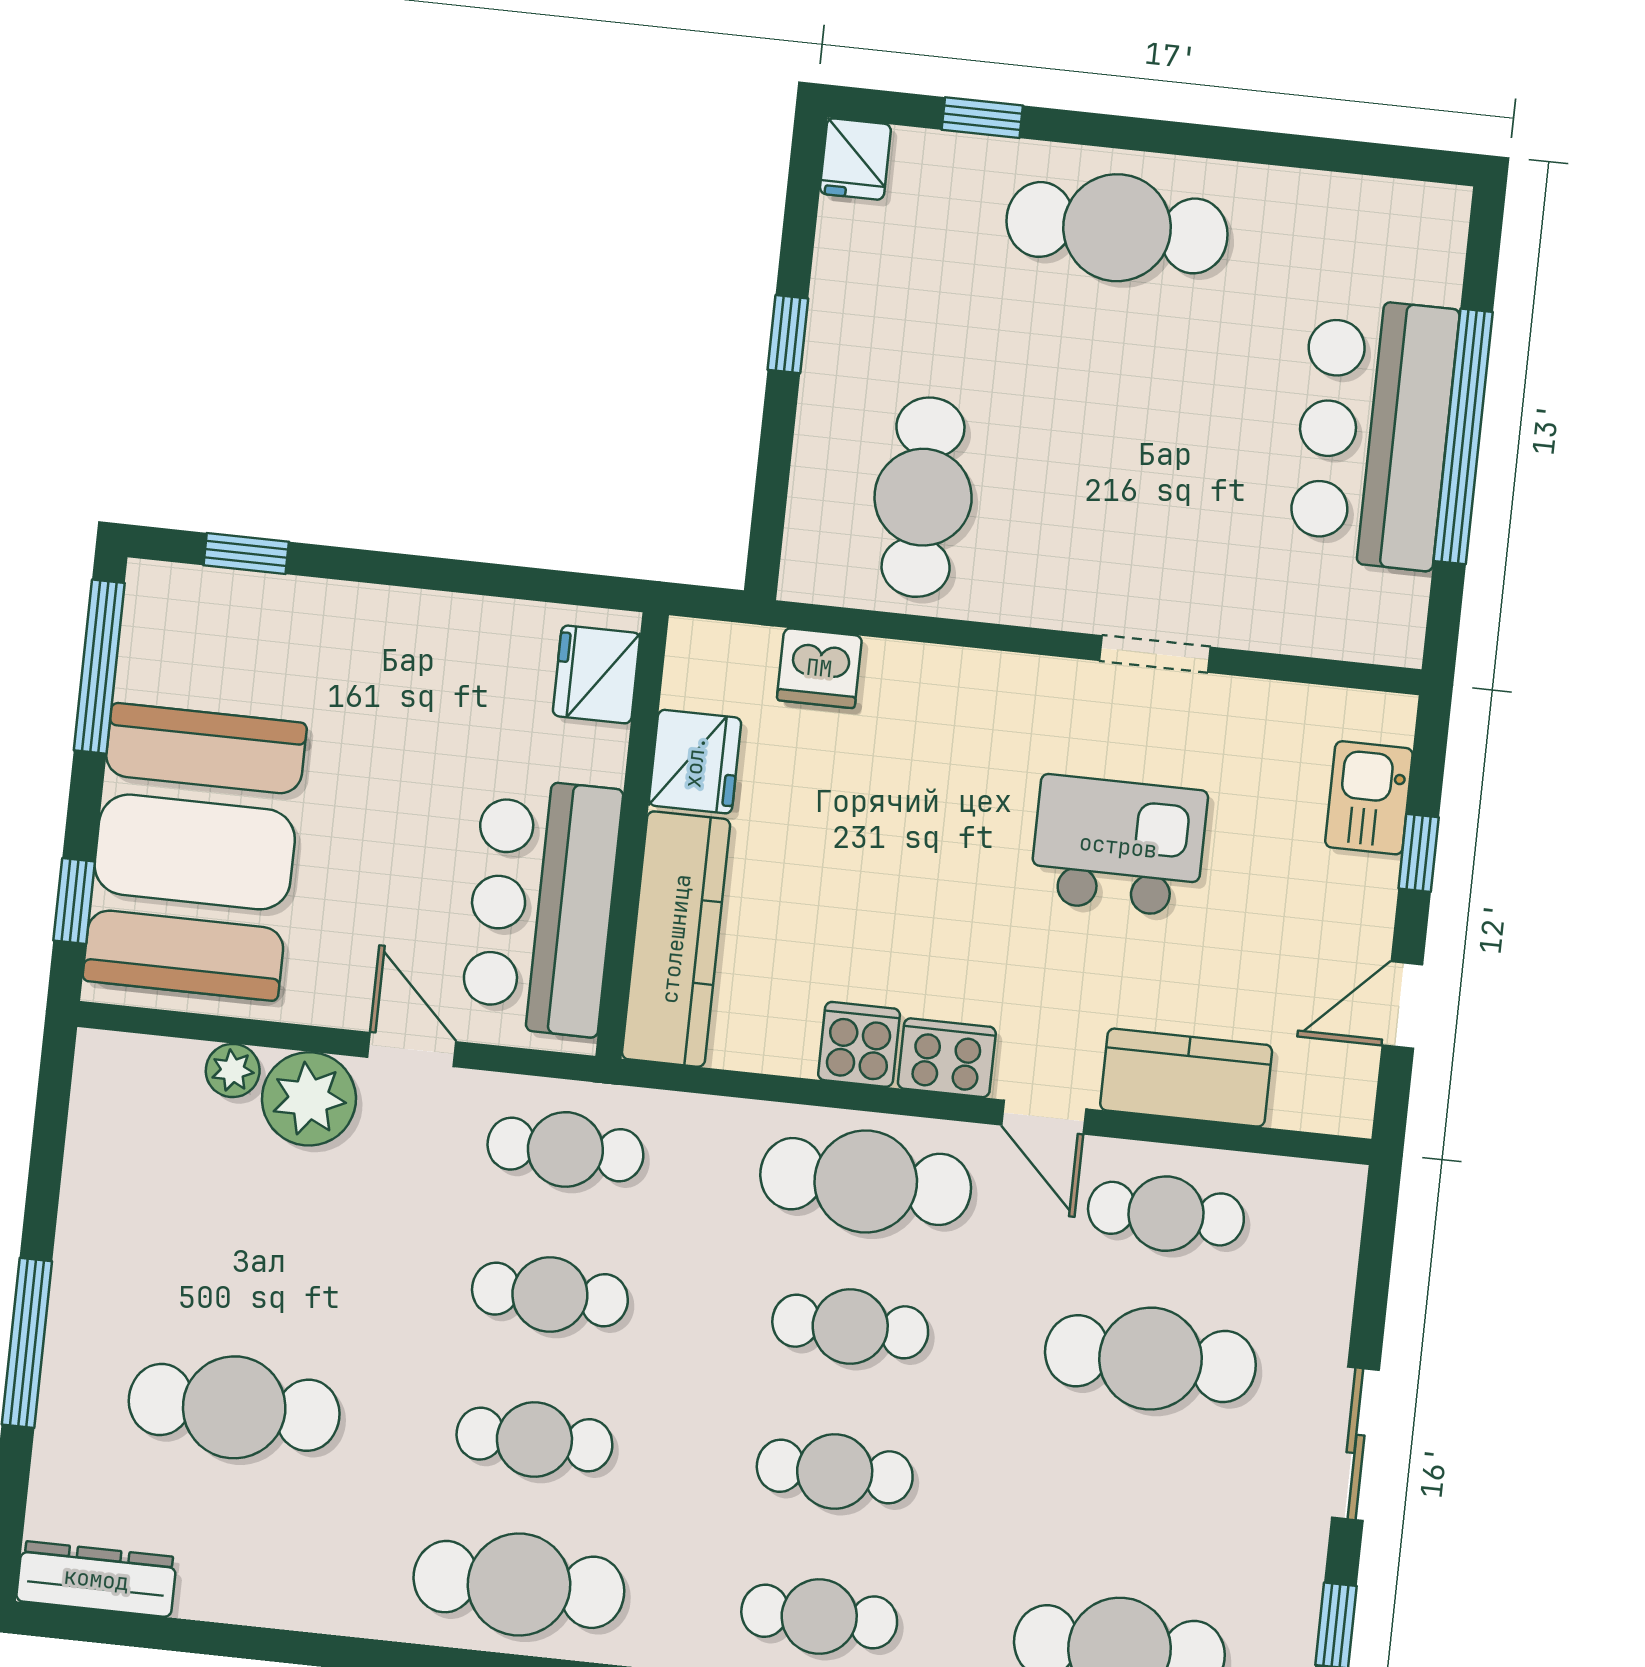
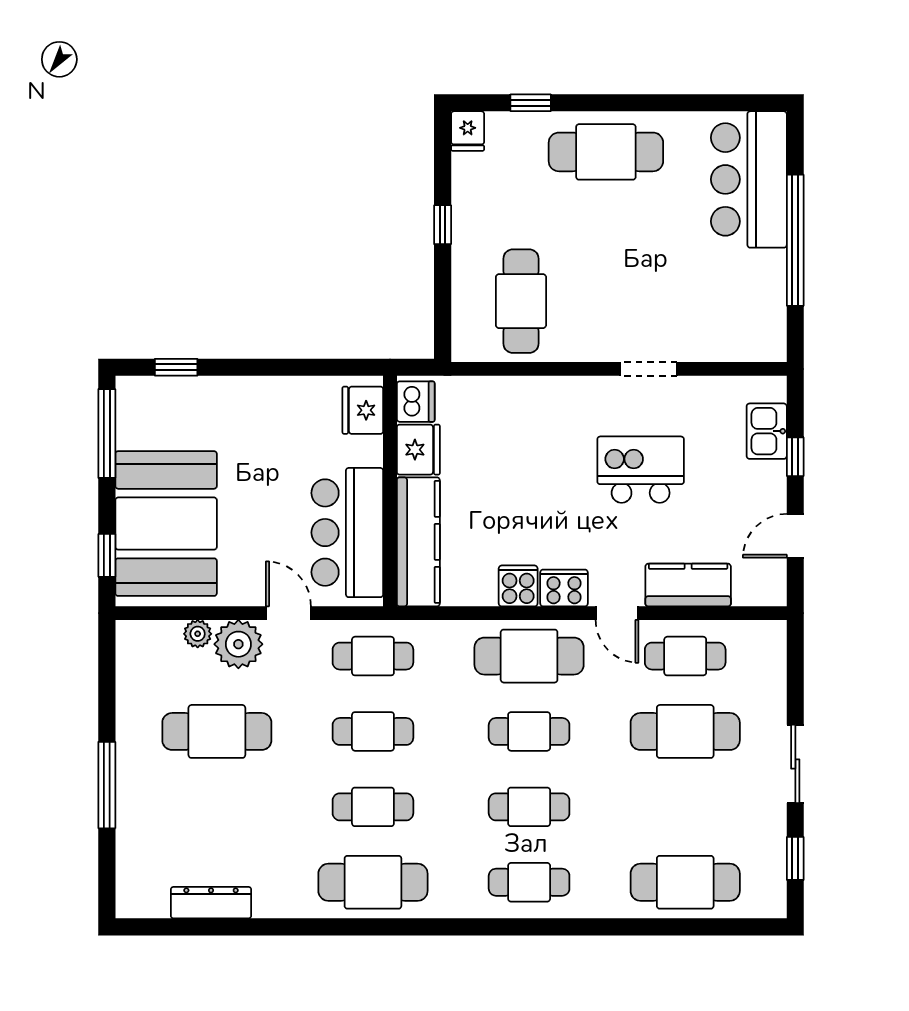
bar counter: (1373, 433) -> (749, 179), moved
dishwasher: (819, 668) -> (416, 402), moved, turned -90
cafe table: (234, 1407) -> (217, 731), moved
dresser: (96, 1579) -> (211, 903), moved

